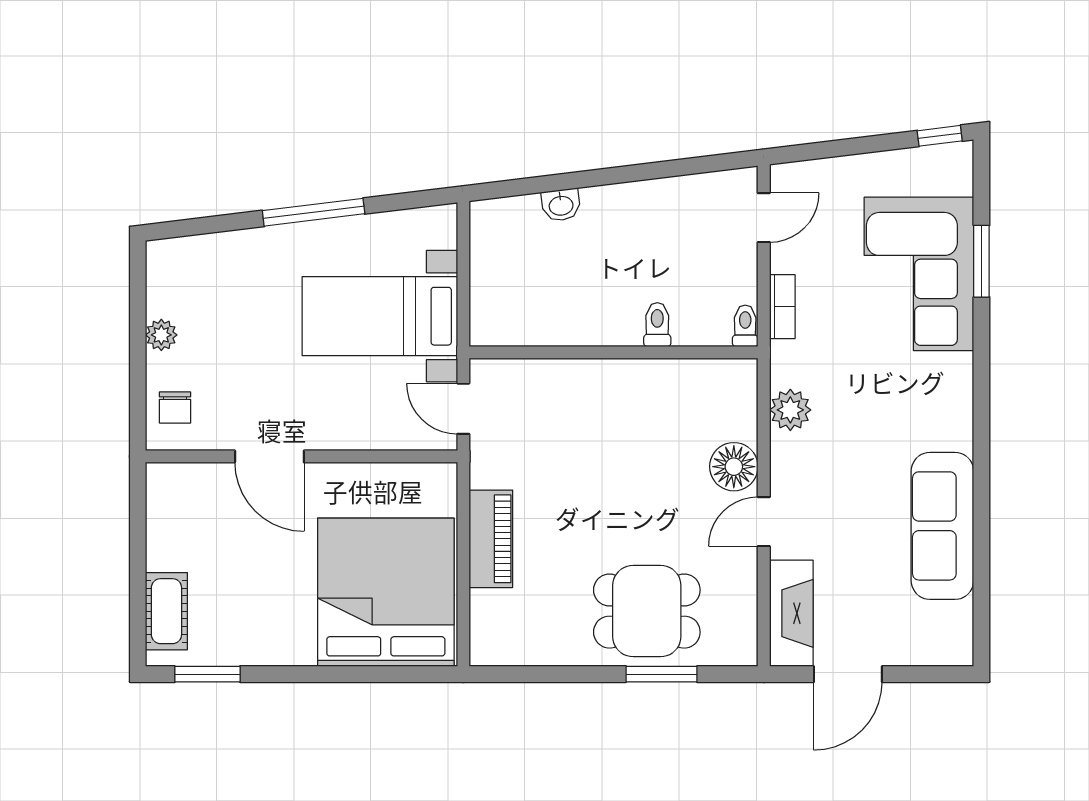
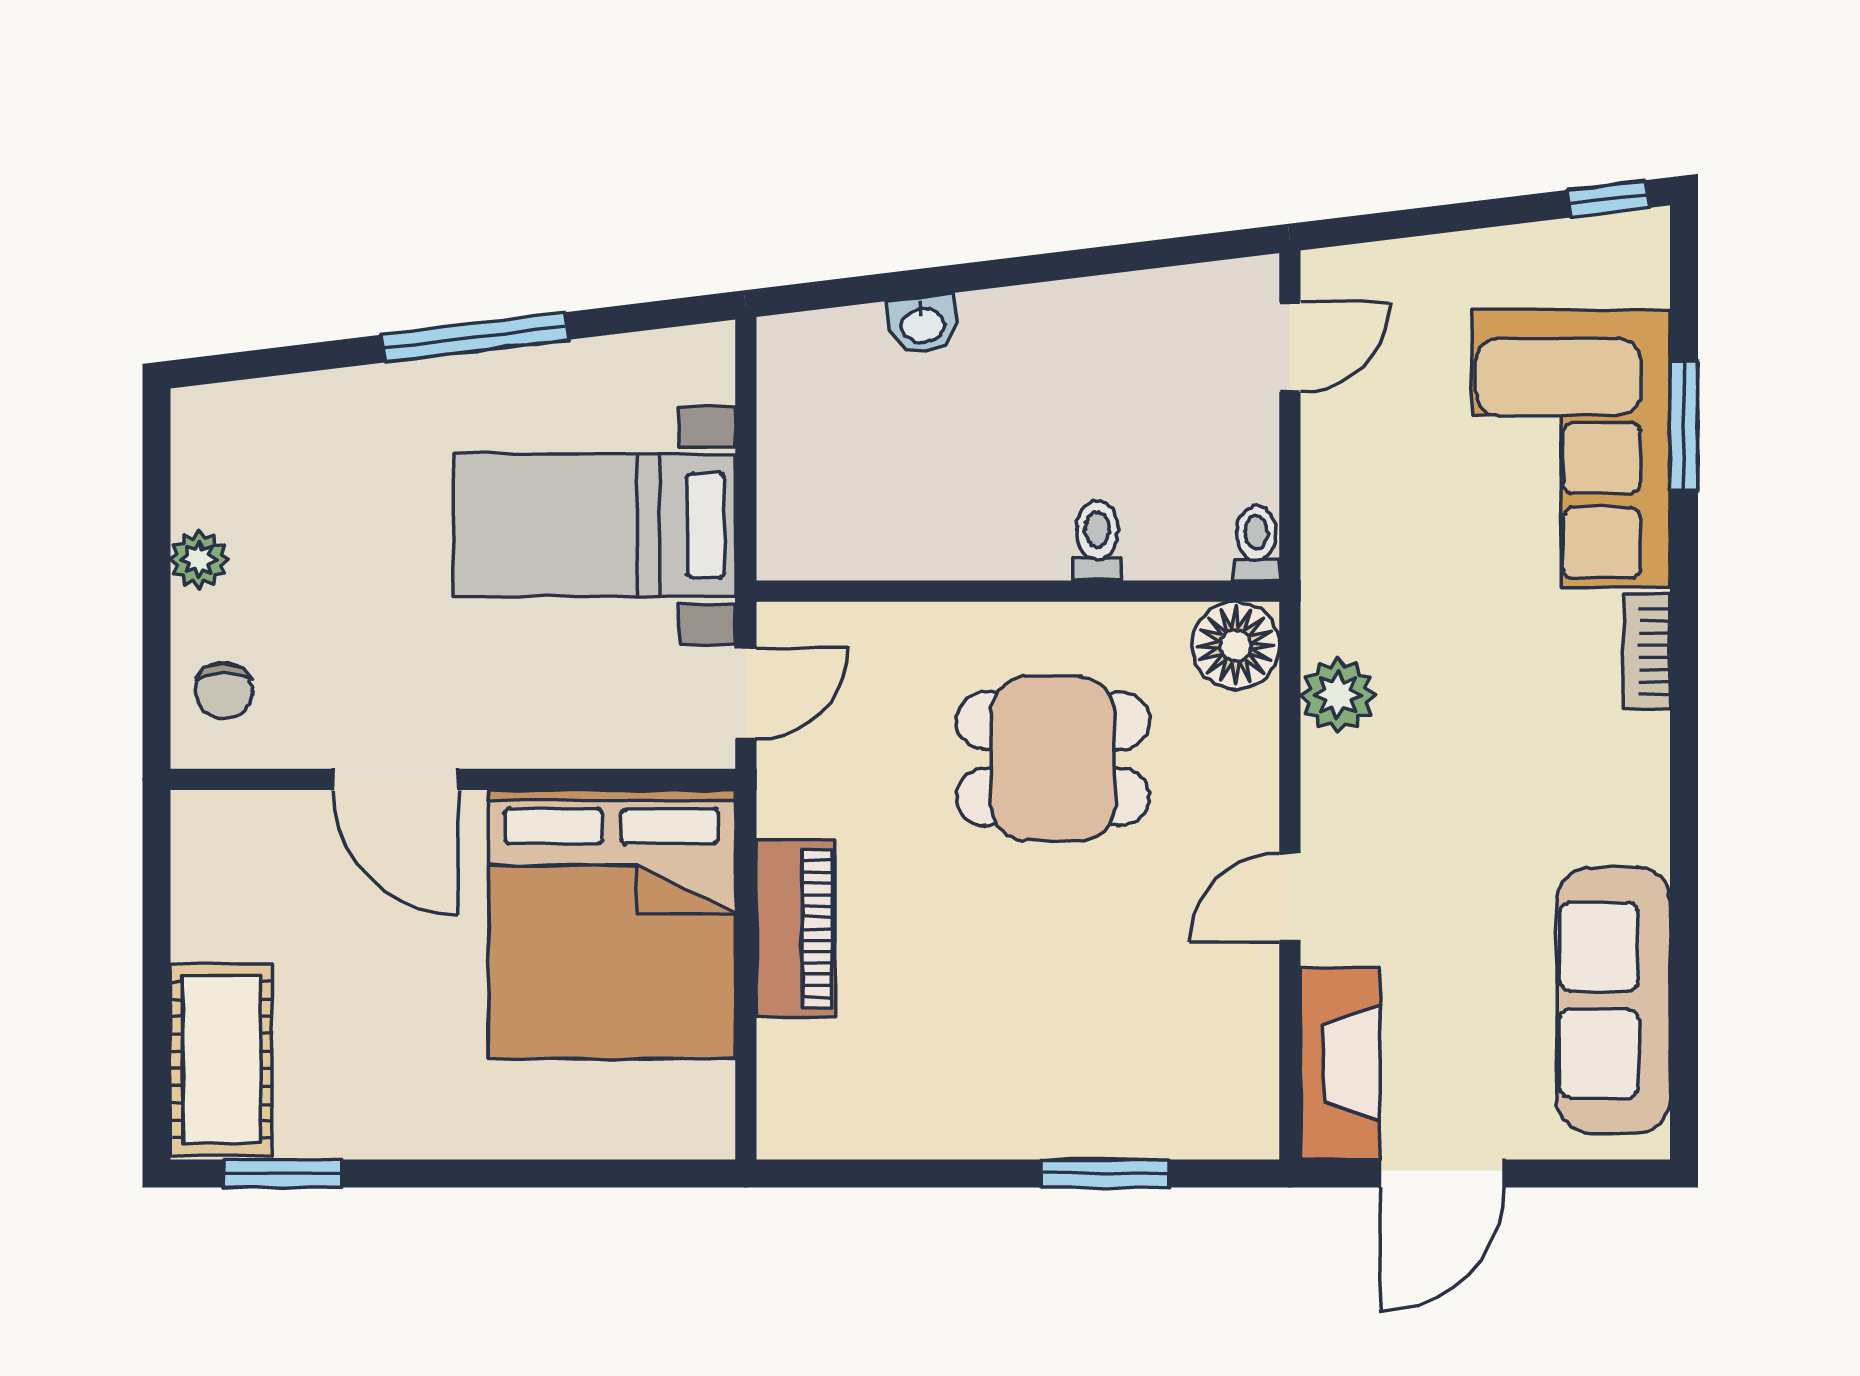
bookcase: (782, 307) -> (1647, 651), moved, turned 180
door: (463, 409) -> (746, 693), swing flipped
floor lamp: (734, 467) -> (1236, 645), moved
sofa: (942, 526) -> (1613, 1000), moved
bed: (386, 592) -> (612, 924), moved, turned 180
cot: (166, 611) -> (221, 1060), width x1.37, depth x1.34
dining table: (647, 611) -> (1053, 759), moved

